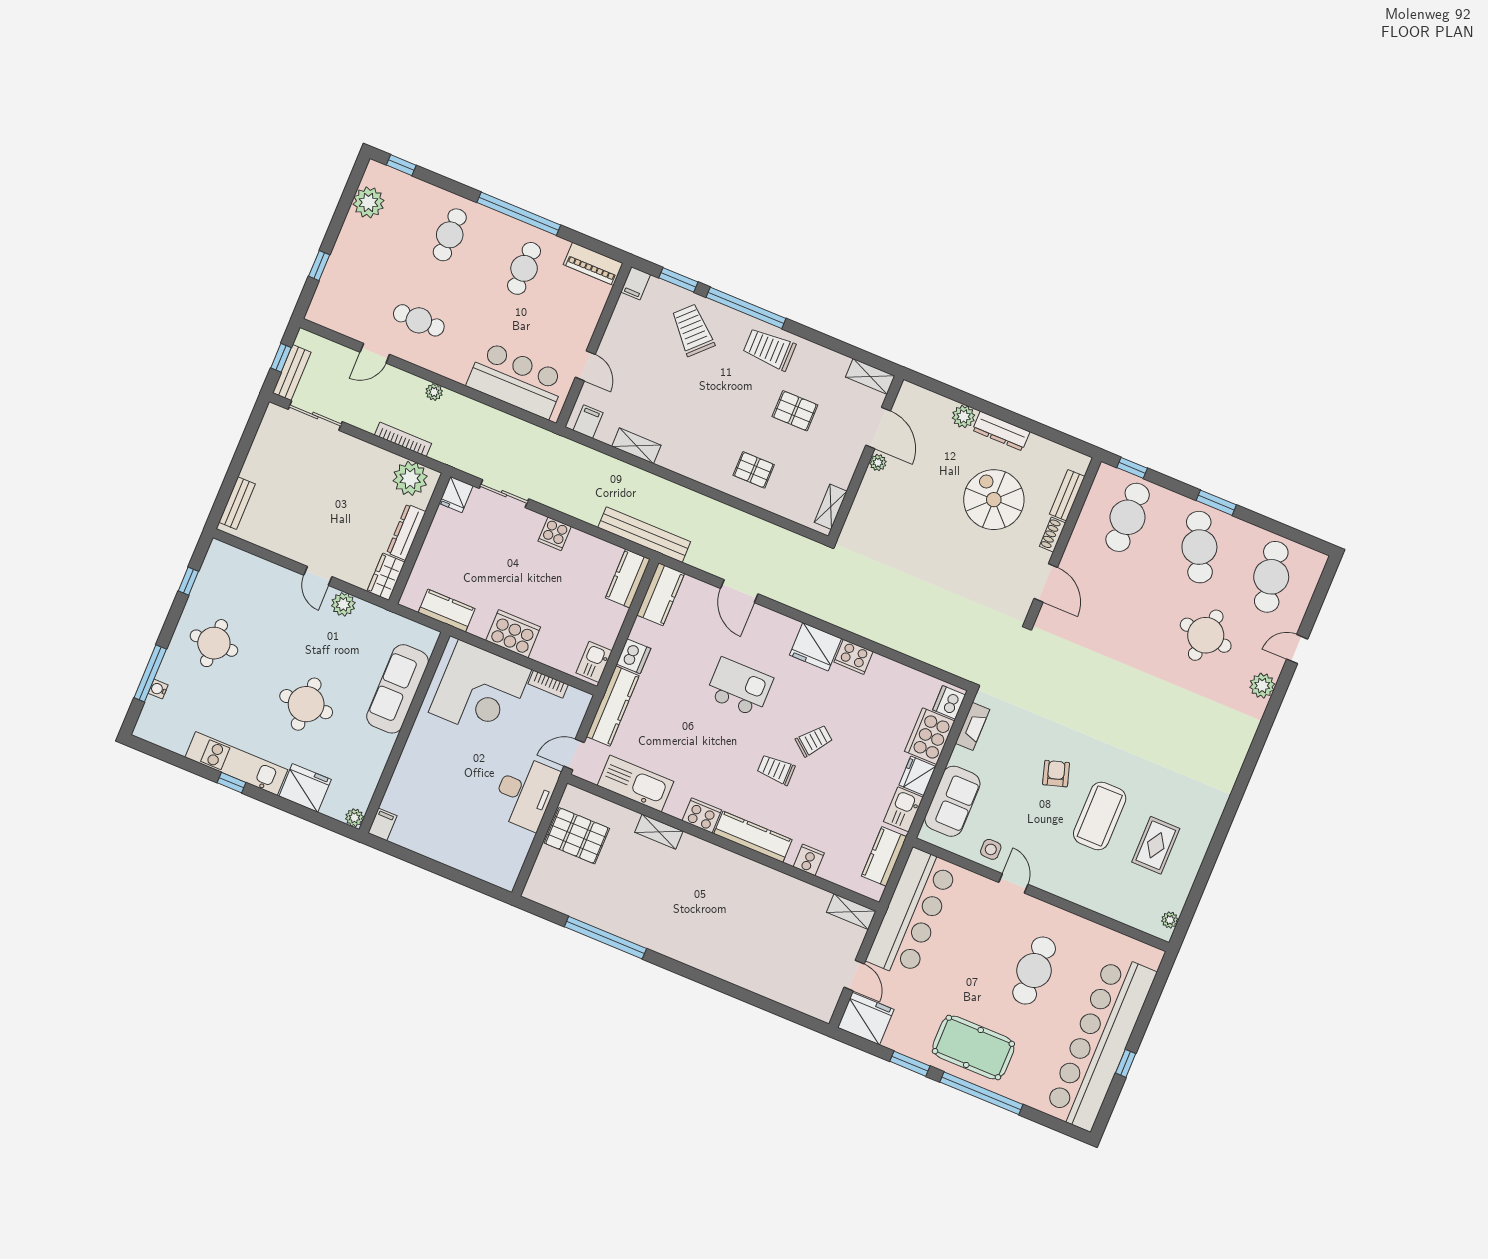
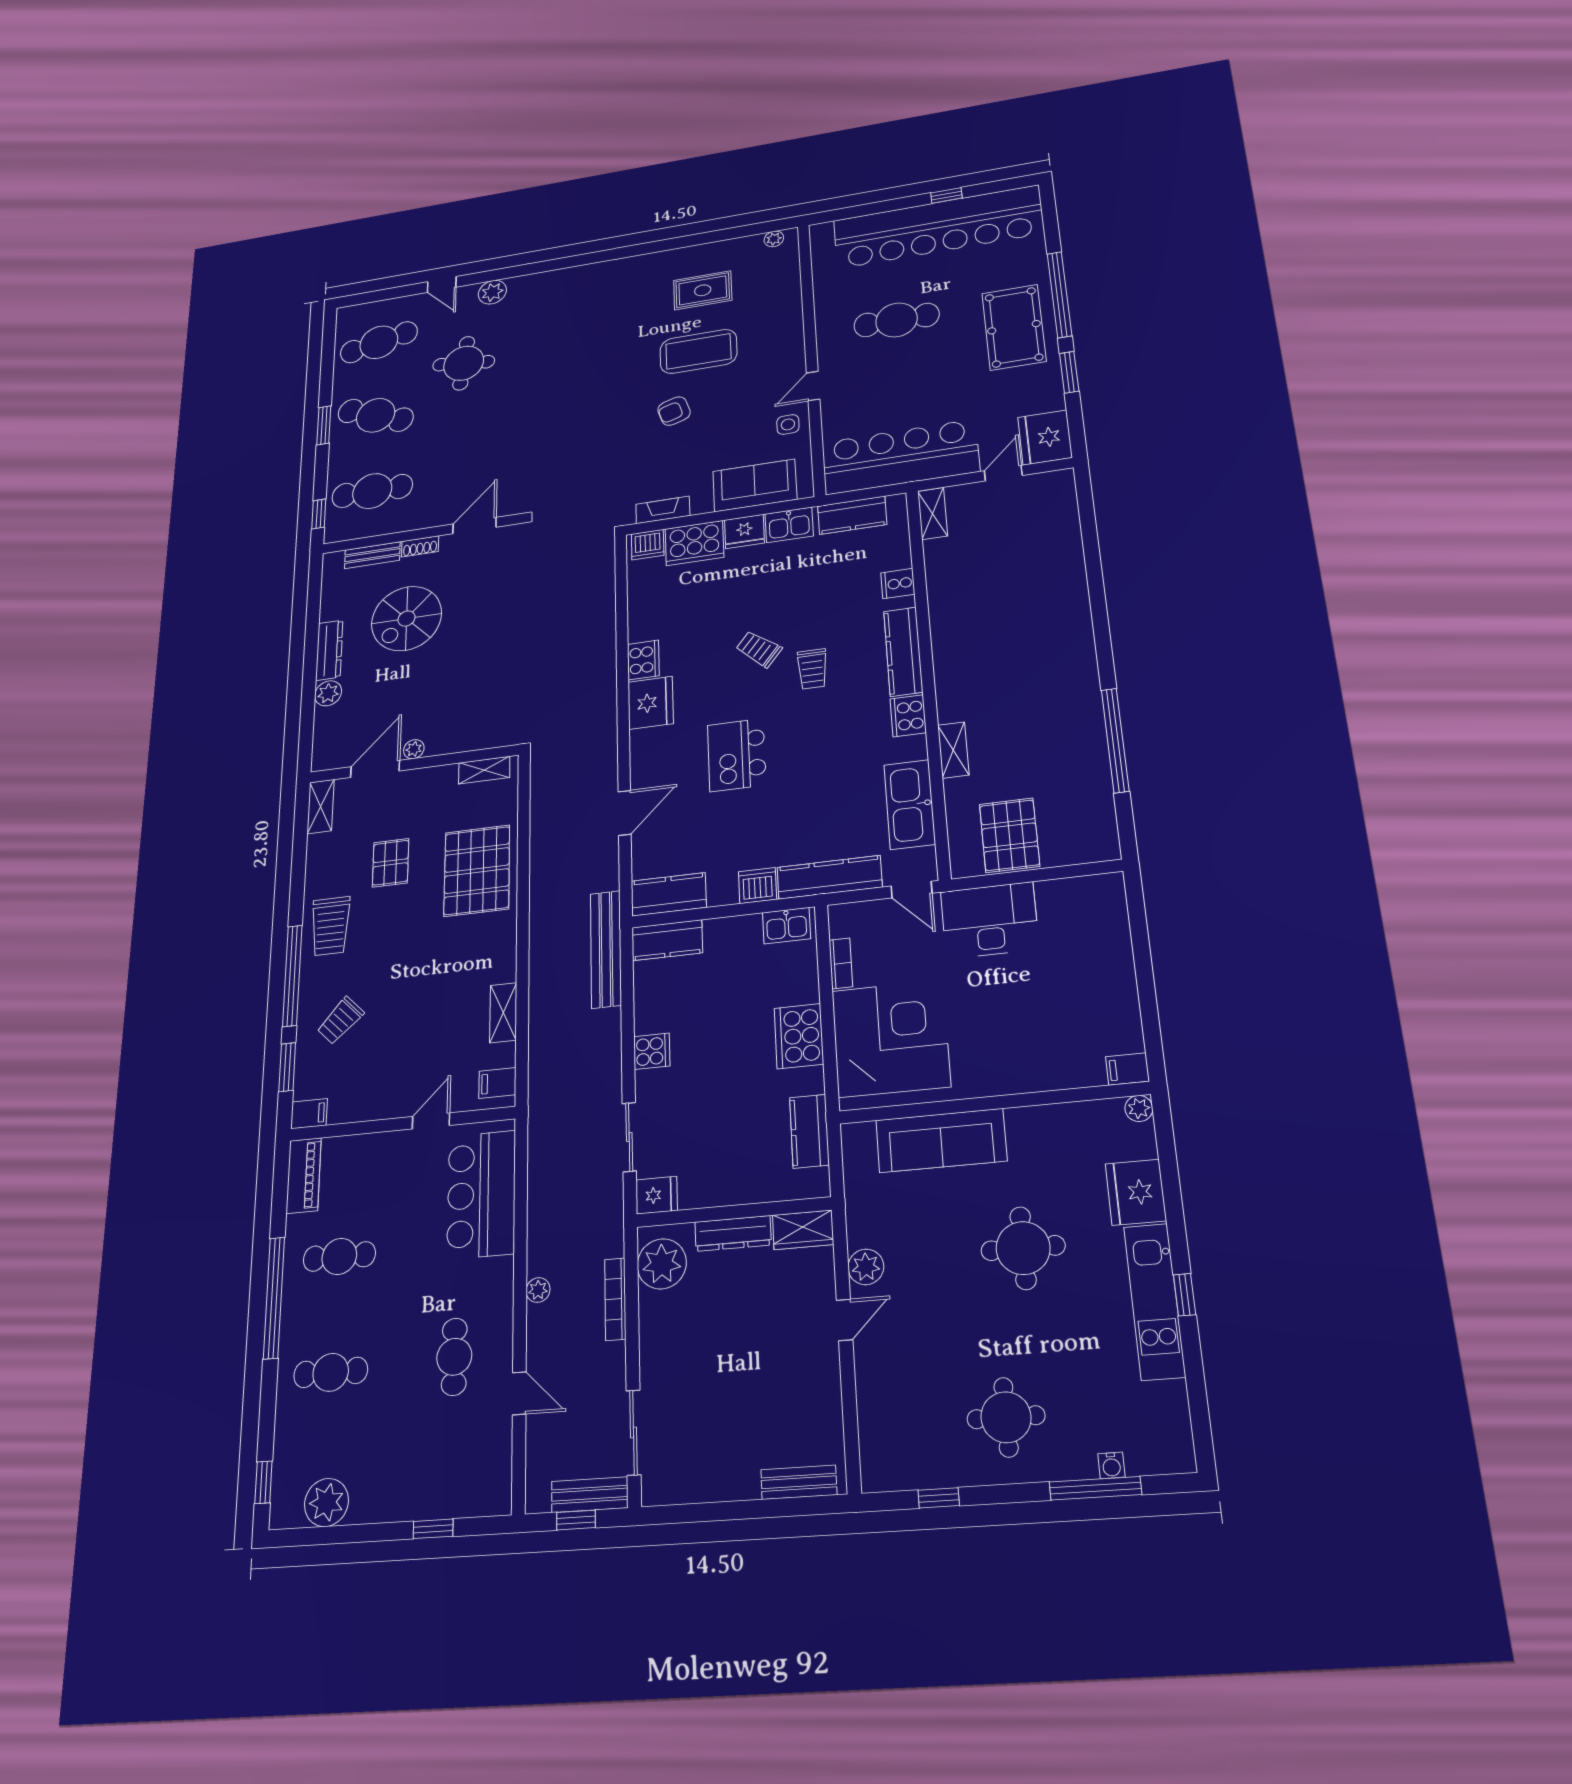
trolley: (693, 330) -> (340, 1021), width x0.73, depth x0.72
pallet: (754, 470) -> (477, 871), width x2.05, depth x2.00
cafe table: (1199, 547) -> (376, 415), turned 45

